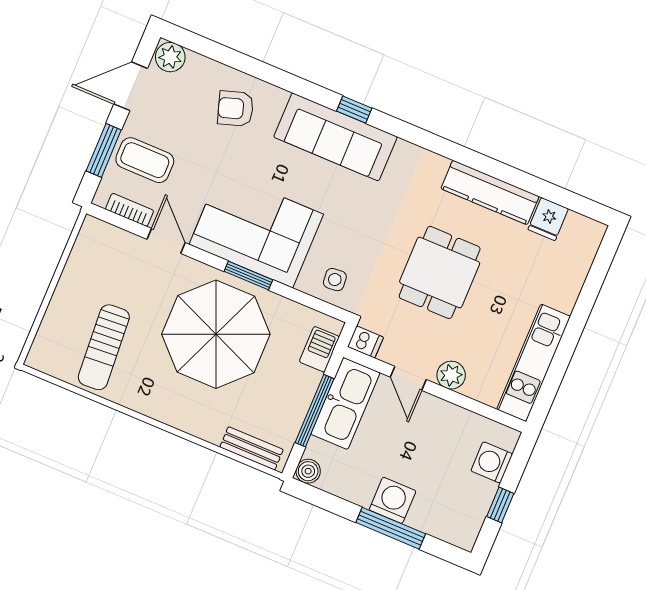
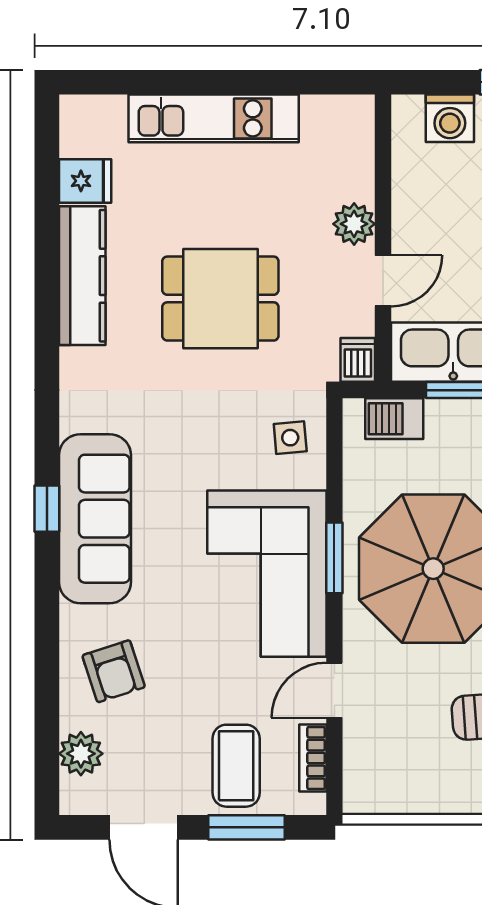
plant: (170, 57) -> (81, 754), moved
kitchen unit: (534, 363) -> (214, 118), moved

